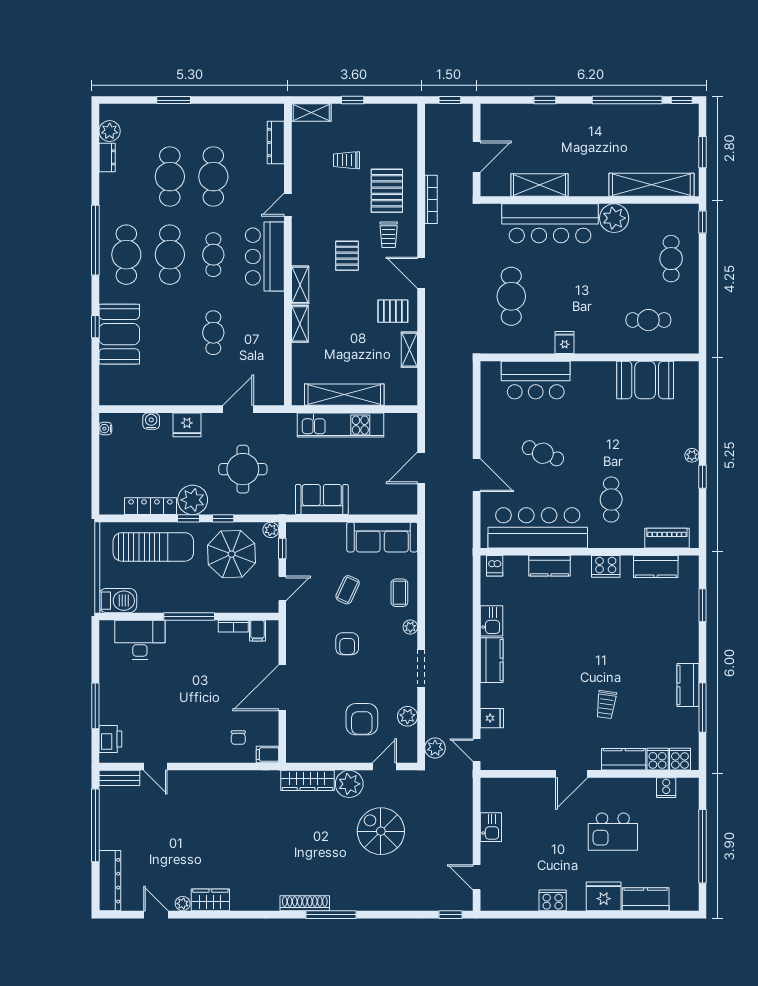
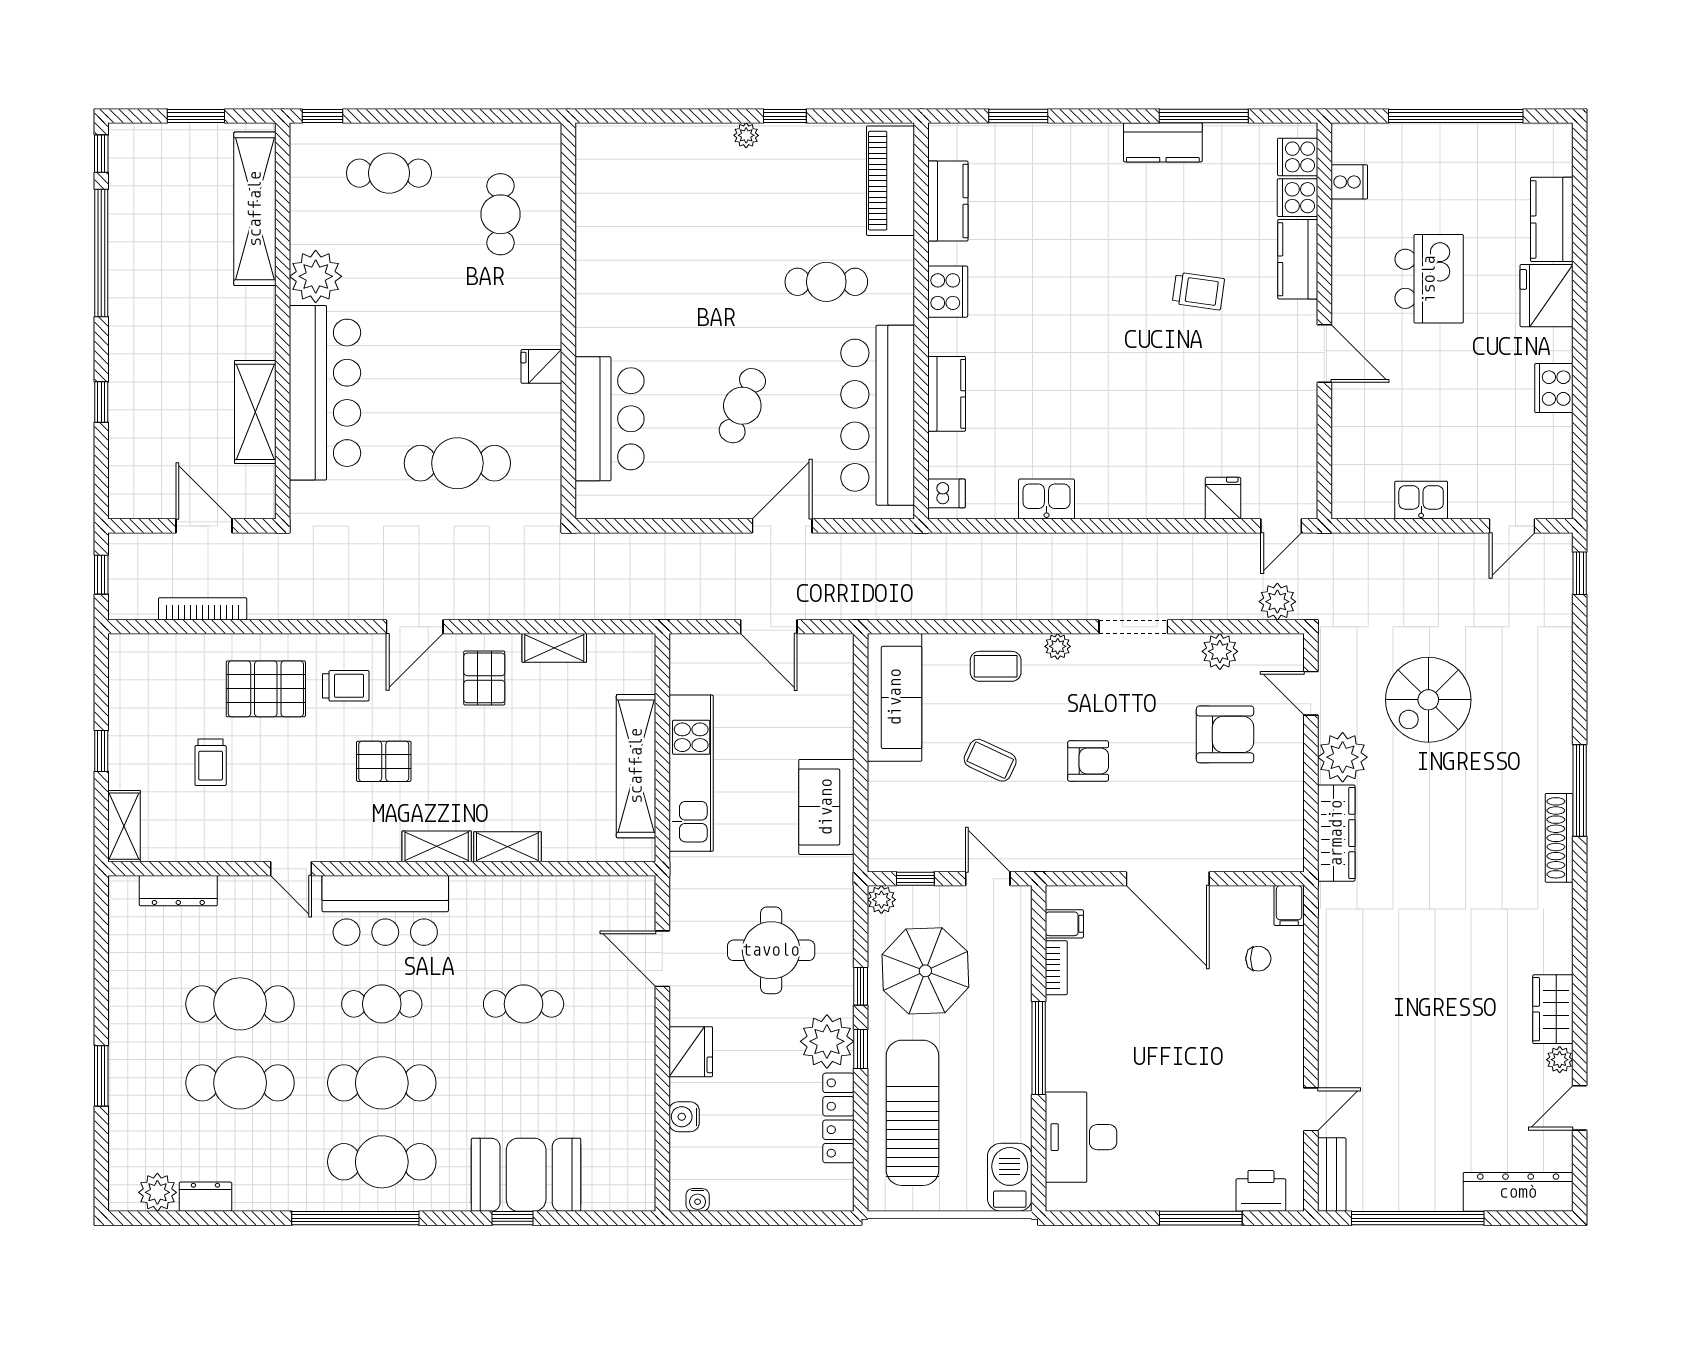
bookcase: (431, 199) -> (203, 609), moved
booth: (645, 380) -> (609, 220), removed
piano: (667, 538) -> (891, 181), width x1.37, depth x1.33
kitchen counter: (492, 660) -> (1118, 499), removed

